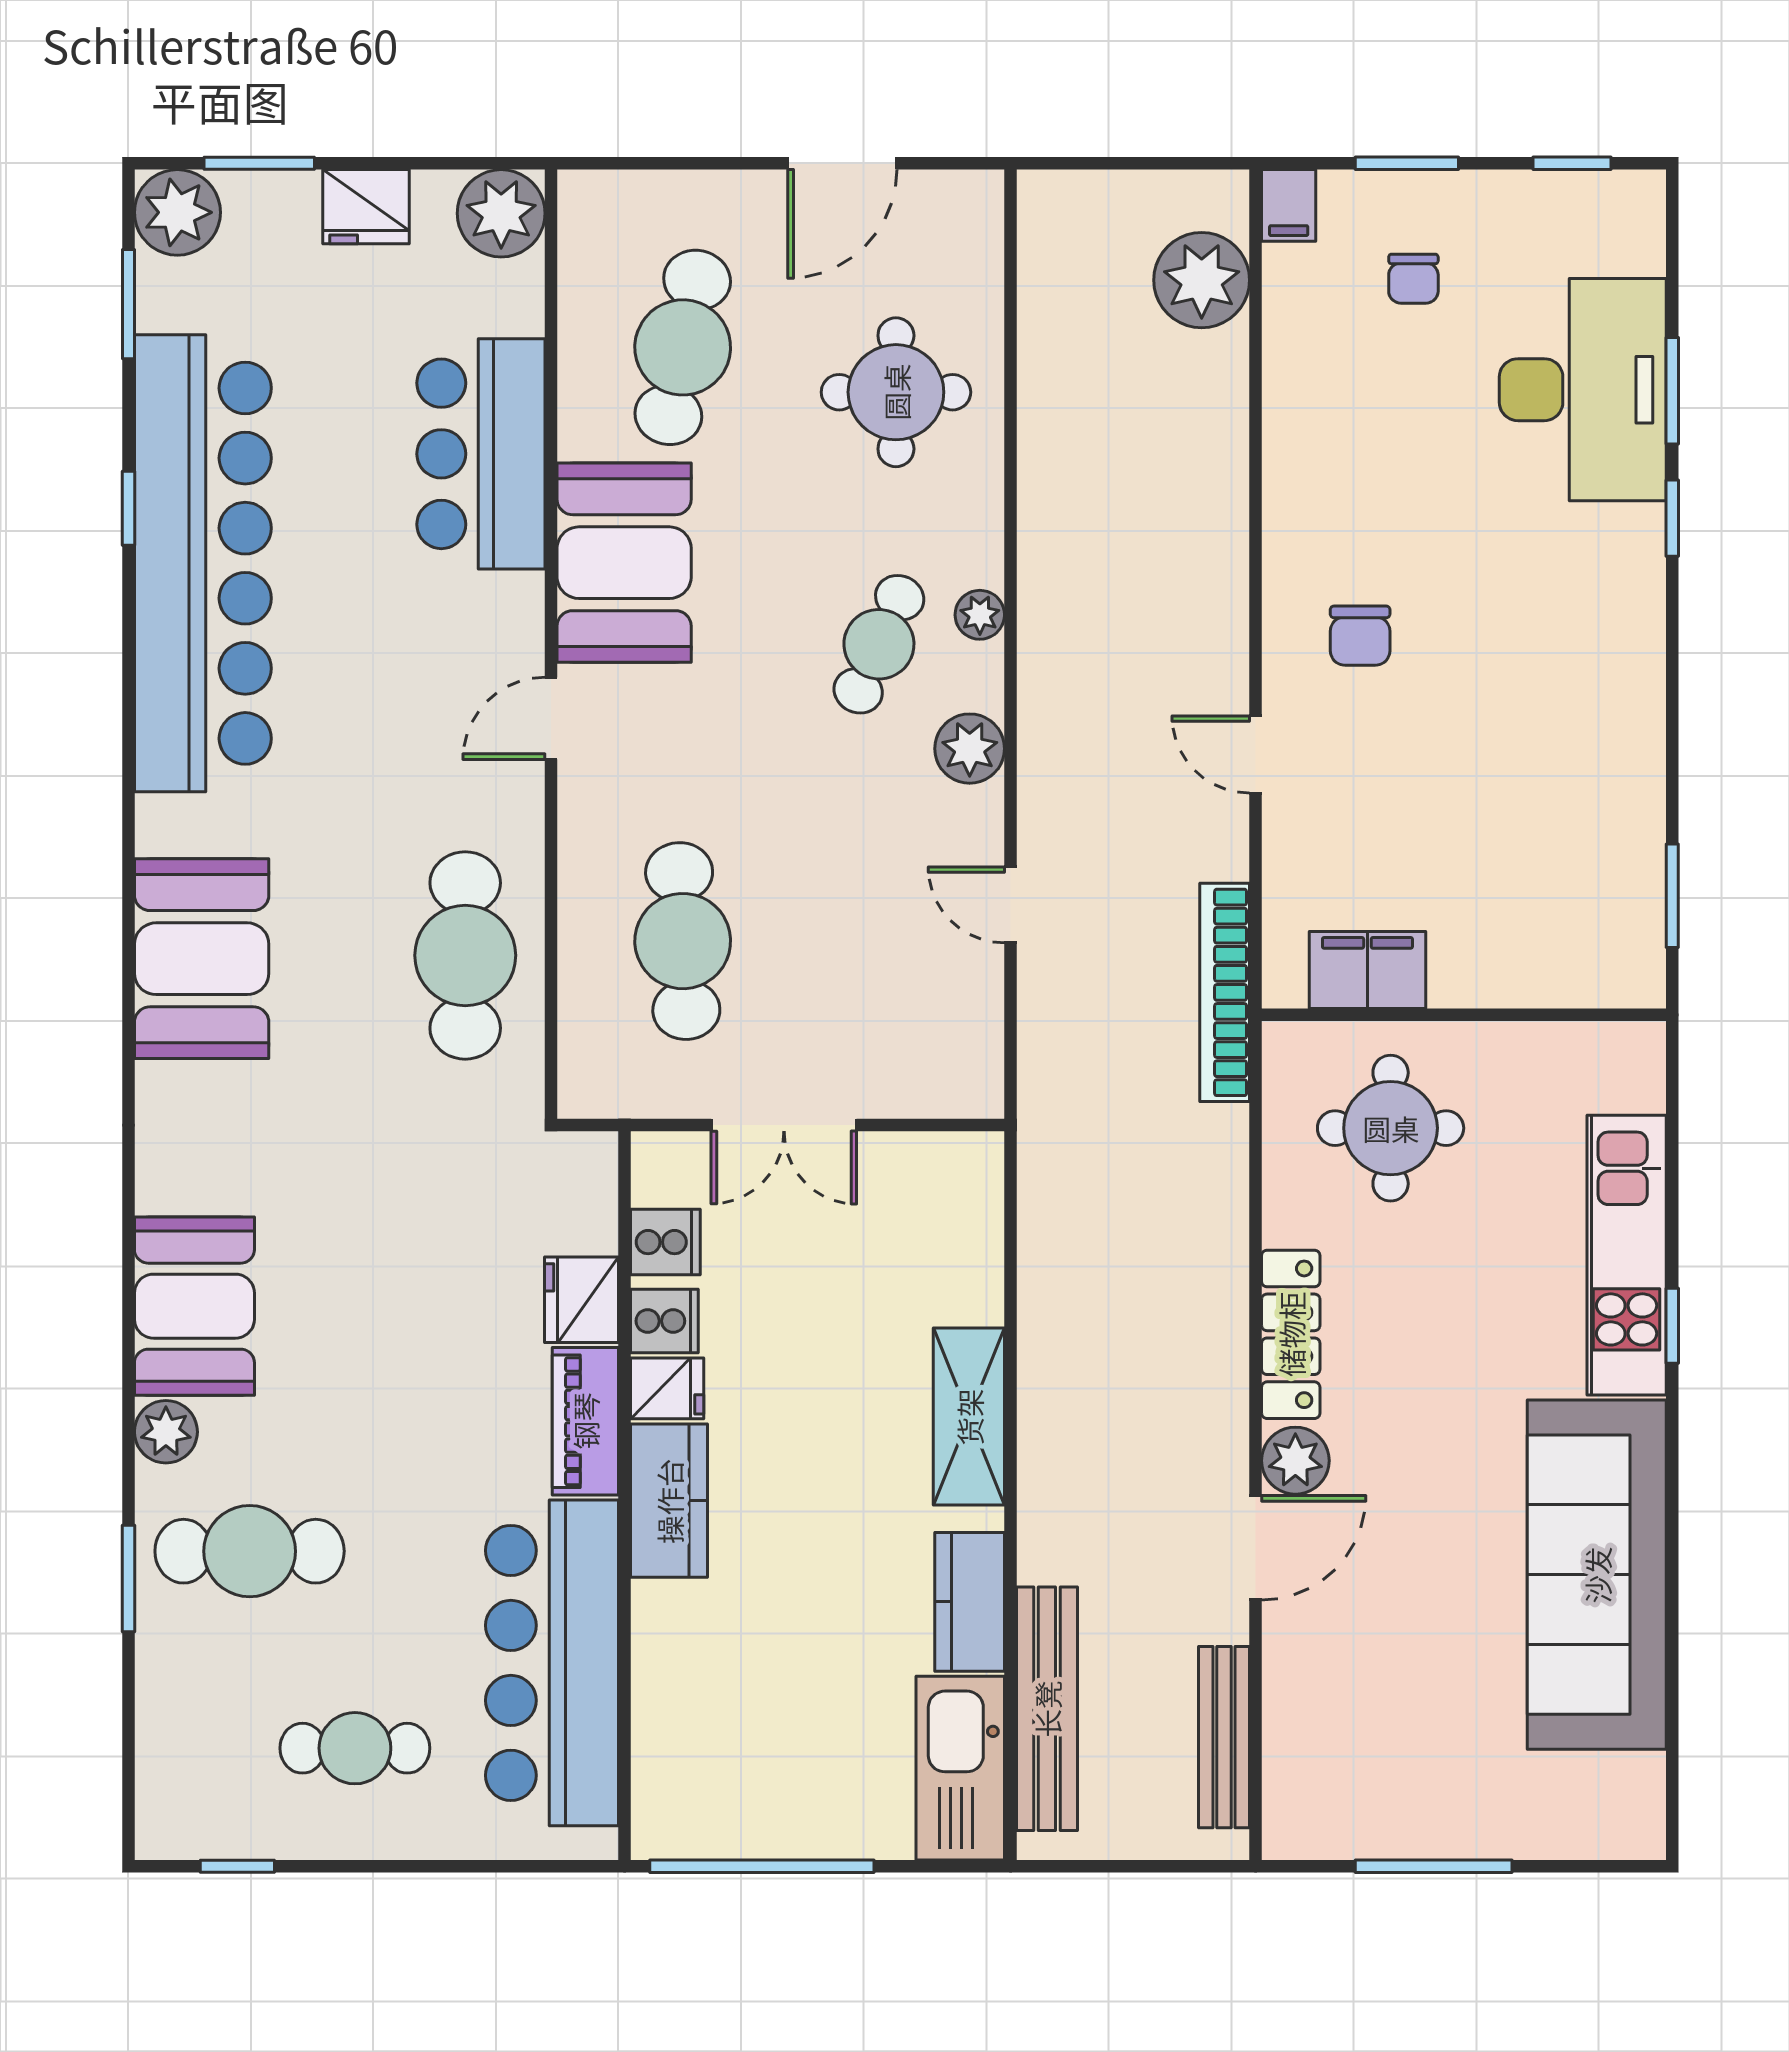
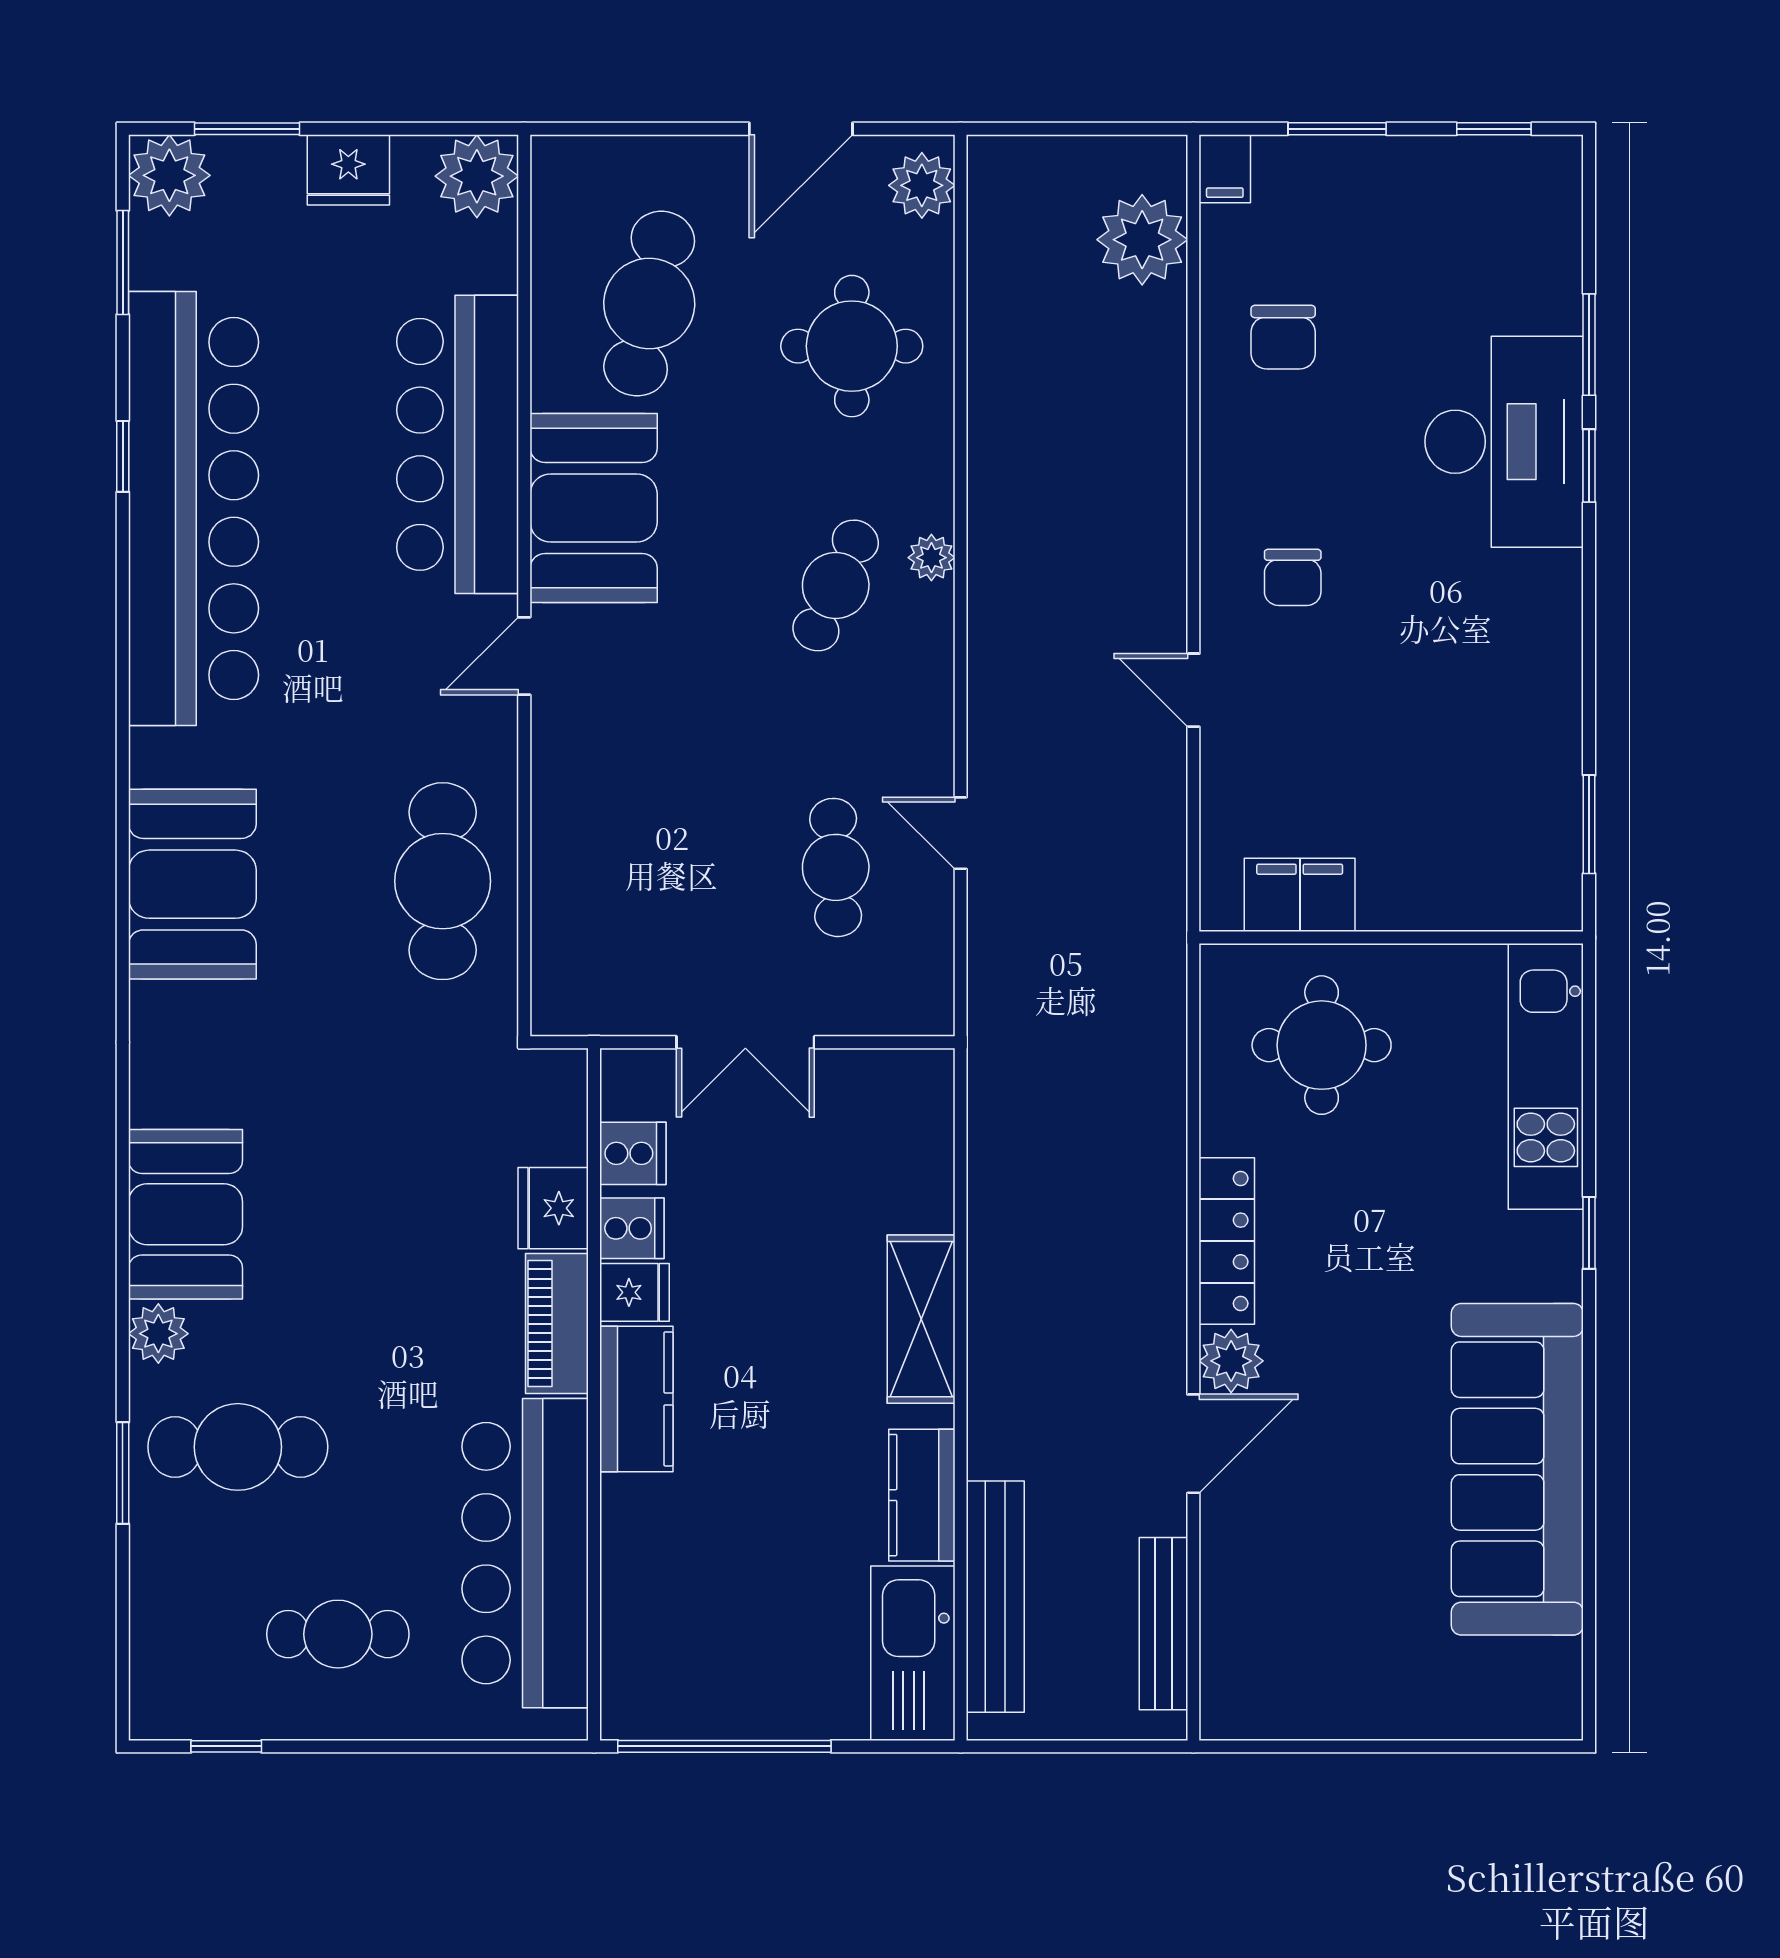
chair: (1413, 279) -> (1283, 337), moved, width x1.37, depth x1.37
desk: (1583, 390) -> (1504, 442), moved
bar counter: (481, 454) -> (458, 444), width x1.36
plant: (970, 749) -> (922, 185), moved
cafe table: (683, 941) -> (836, 867), moved, width x0.73, depth x0.74
bookcase: (1225, 992) -> (1164, 916), removed
kitchen unit: (1627, 1255) -> (1546, 1076), moved
window: (1434, 1866) -> (1363, 1746), removed

